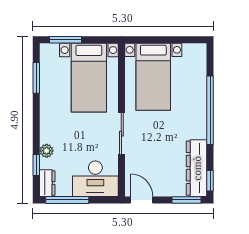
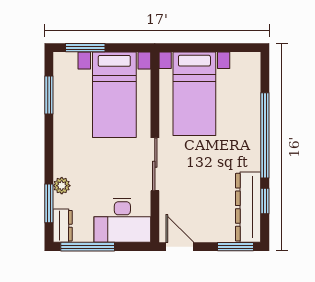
window: (36, 165) -> (49, 203), width x1.50
window: (210, 181) -> (265, 201), moved

